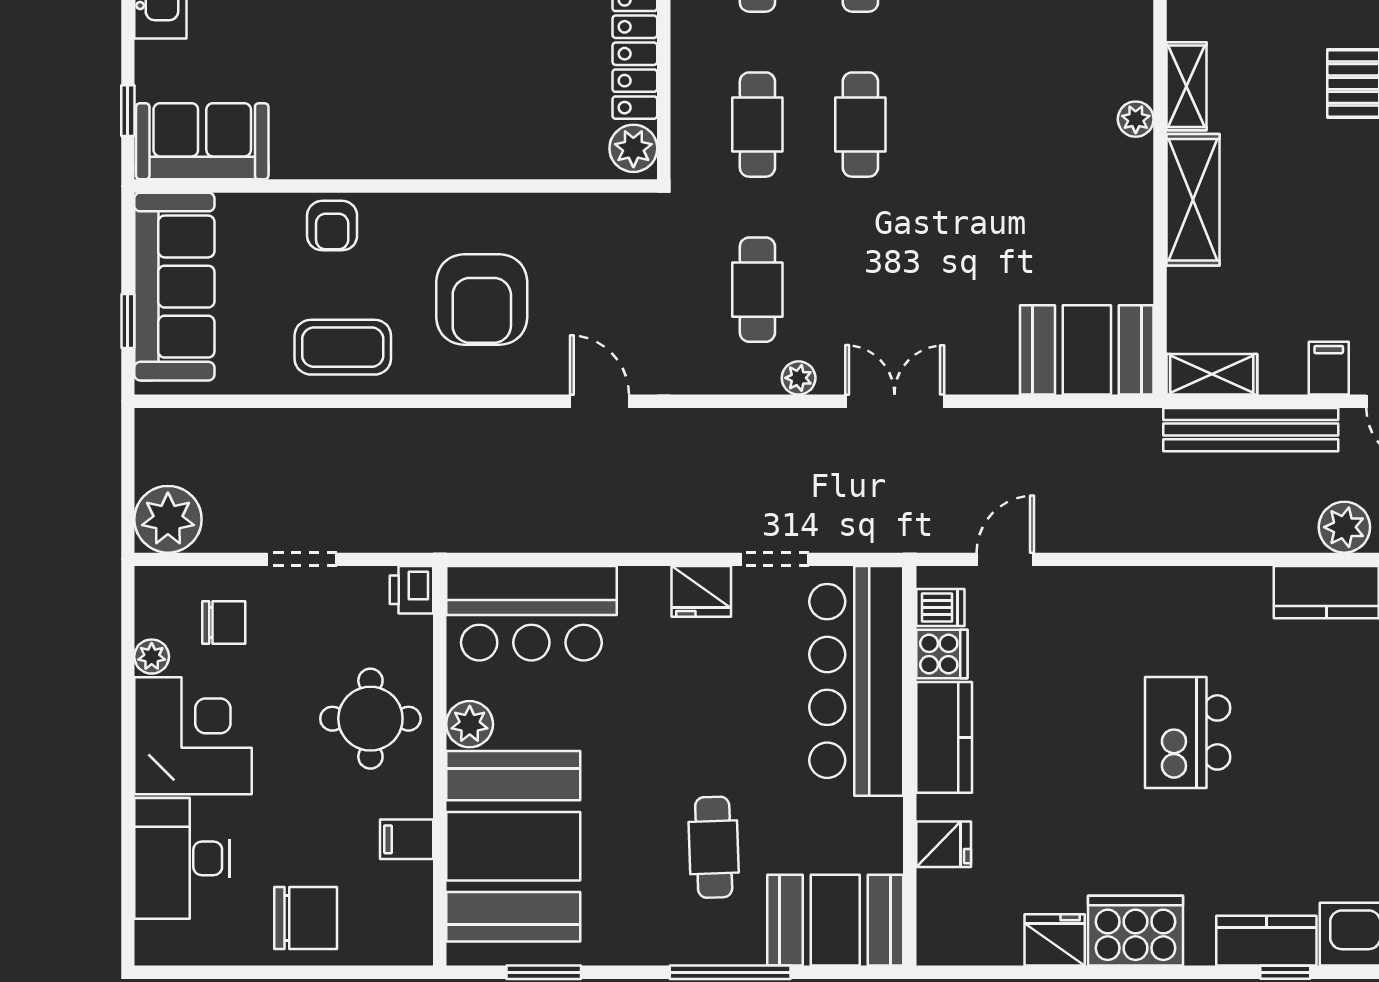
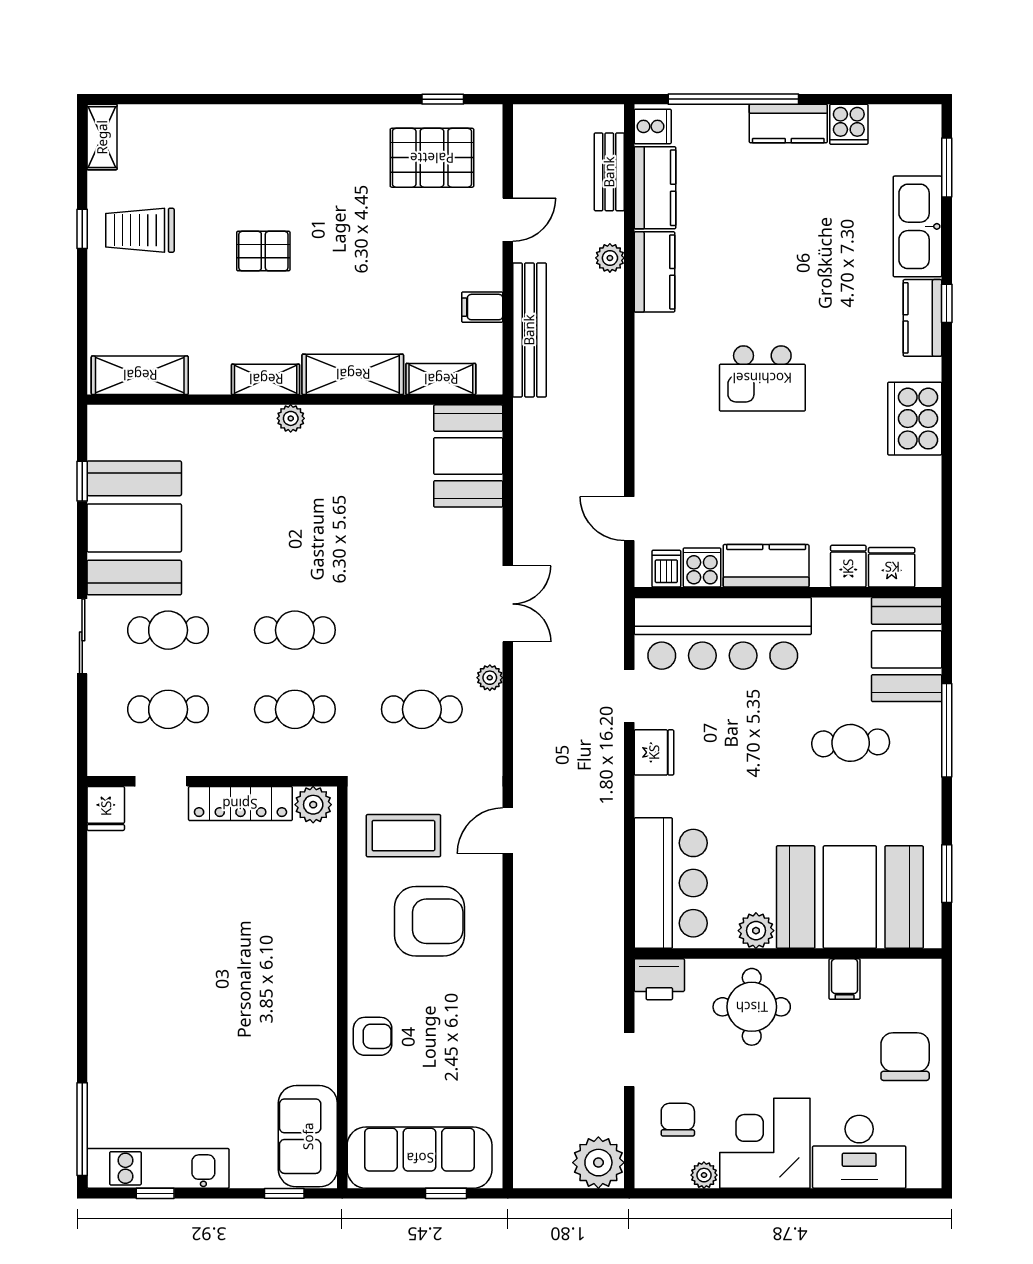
coffee table: (343, 347) -> (403, 836), moved, turned 90
filing cabinet: (1329, 368) -> (482, 307), moved
shelving: (1212, 374) -> (441, 379), moved, turned 90
double door: (895, 401) -> (508, 604), swing flipped
plant: (1344, 527) -> (610, 258), width x0.73, depth x0.73
printer: (411, 590) -> (659, 979), width x1.36, depth x1.24
fridge: (1055, 940) -> (892, 567), moved, turned 90

